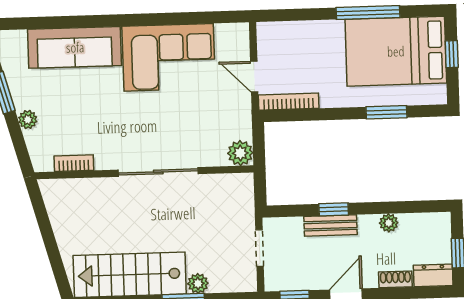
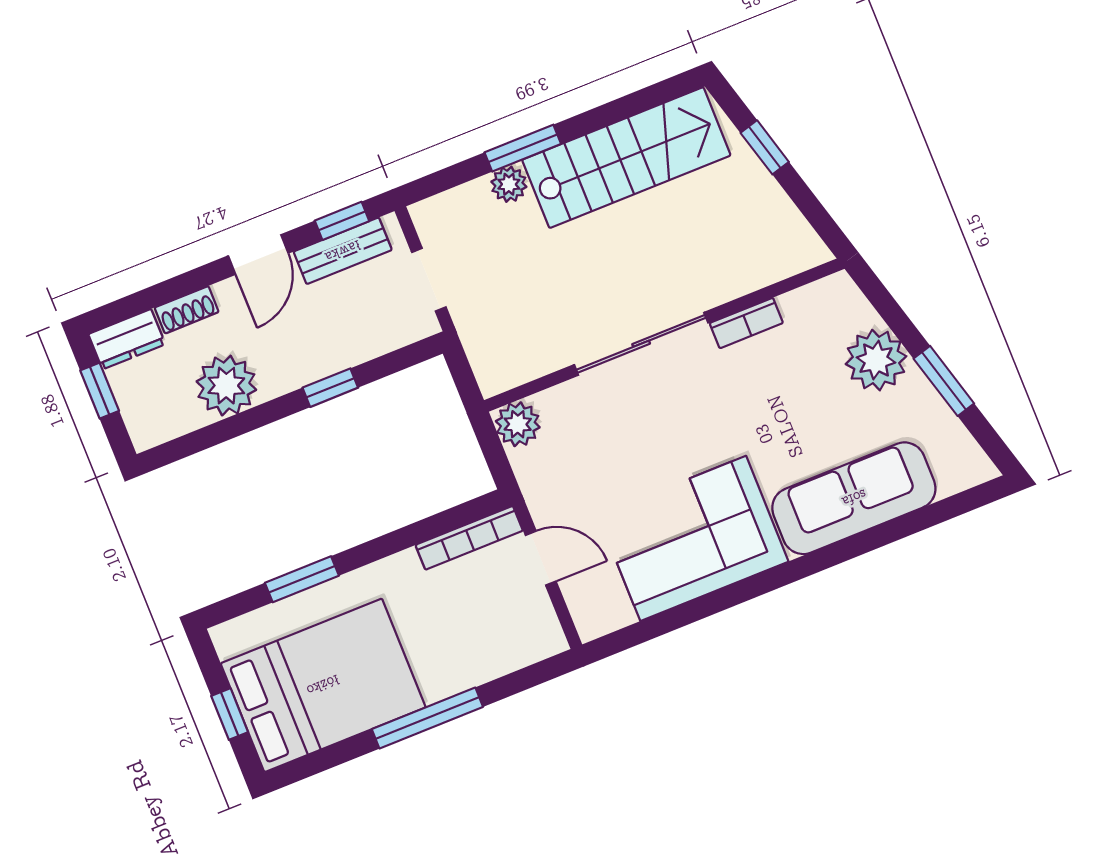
window: (368, 13) -> (427, 718), moved
plant: (28, 120) -> (876, 360), width x1.88, depth x1.88
bookcase: (74, 163) -> (746, 323), moved
plant: (389, 223) -> (226, 386), width x1.88, depth x1.88
bench: (330, 226) -> (343, 251), moved
window: (53, 253) -> (765, 147), added

